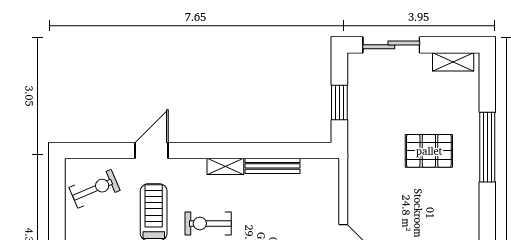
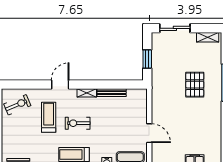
door: (152, 151) -> (60, 84), moved
pallet: (429, 151) -> (195, 85), turned 90

